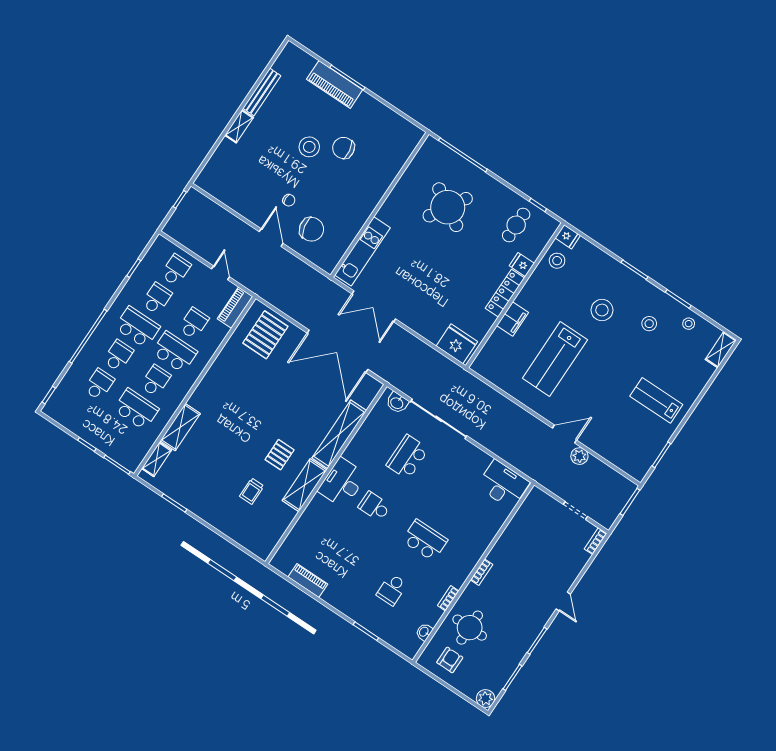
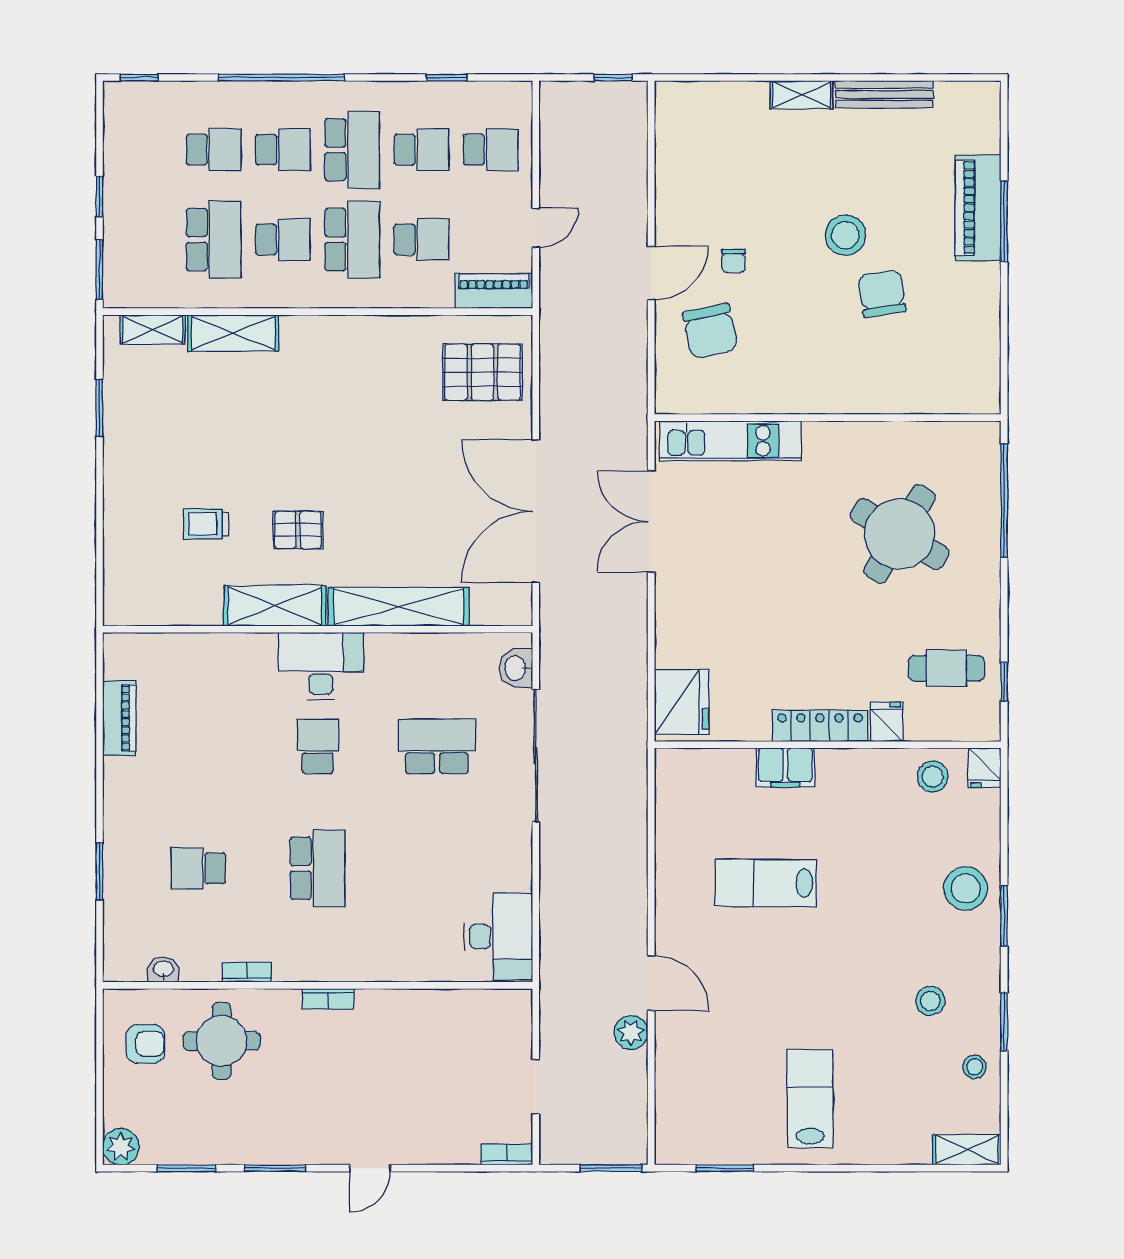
stool: (602, 310) -> (966, 889), moved
lab bench: (555, 359) -> (766, 883), width x0.73, depth x0.72

